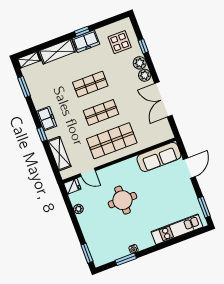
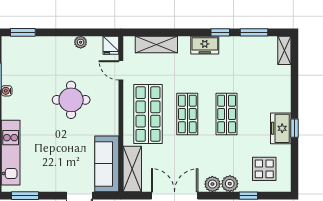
shelving: (57, 51) -> (132, 169), moved
window: (42, 134) -> (220, 32), moved
door: (88, 172) -> (121, 70), hinge flipped

